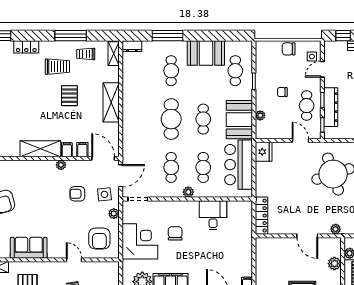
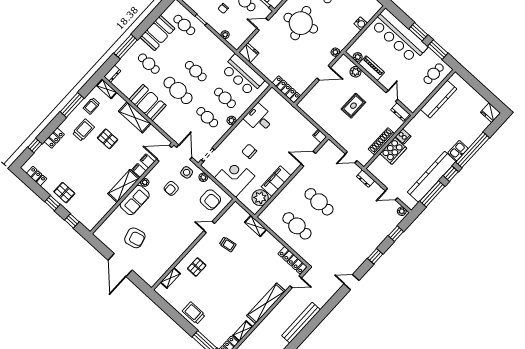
booth: (239, 120) -> (148, 103), moved
sofa: (29, 248) -> (135, 200), moved, turned 180

